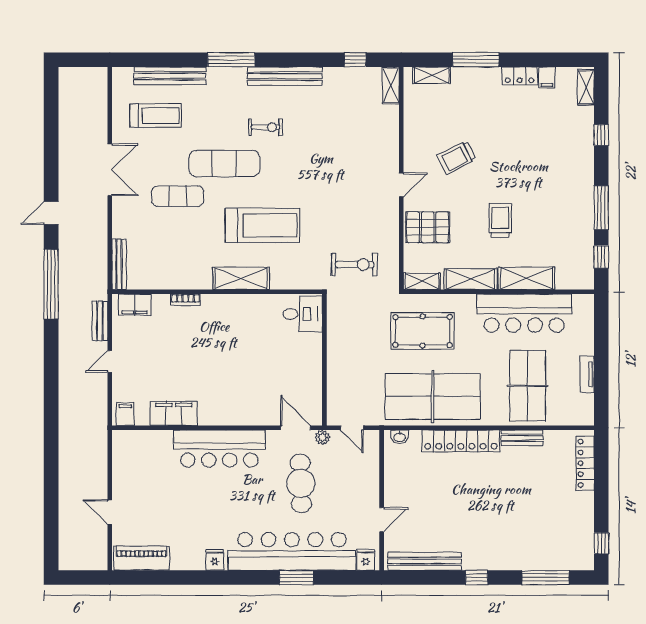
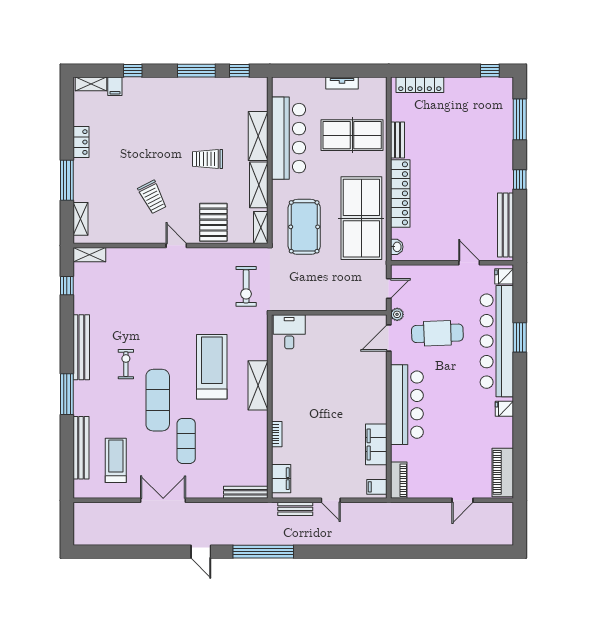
filing cabinet: (547, 78) -> (115, 86), moved, turned 90
exercise bike: (355, 265) -> (246, 286), turned 180
piano: (133, 439) -> (399, 480), added

